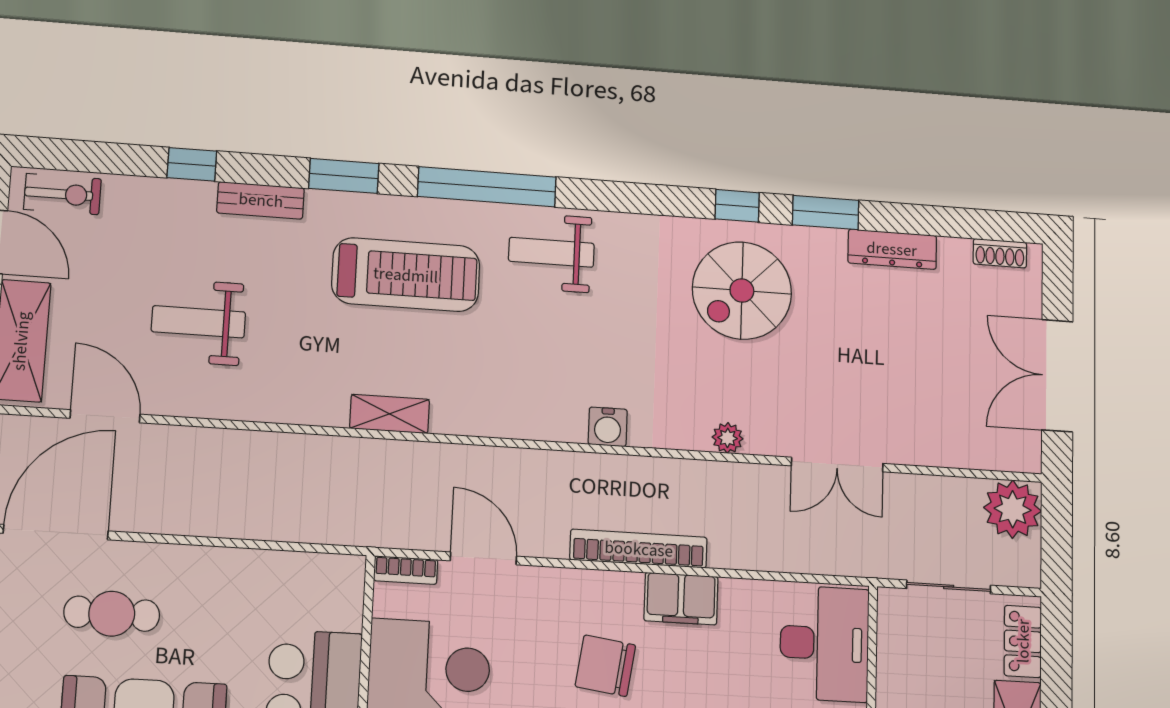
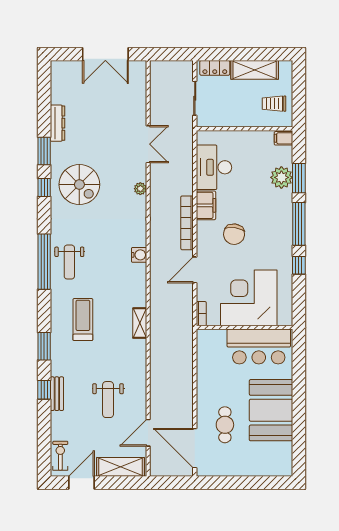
window: (192, 164) -> (44, 390), moved
window: (487, 187) -> (44, 262), moved
bench: (261, 200) -> (57, 394), moved
shoe rack: (1000, 253) -> (56, 78), removed
treadmill: (406, 275) -> (83, 320), width x0.73, depth x0.73
water cooler: (608, 427) -> (139, 255), moved
plant: (1013, 509) -> (162, 72), removed
door: (483, 558) -> (195, 270), moved
desk: (824, 644) -> (214, 167), moved, turned -90

